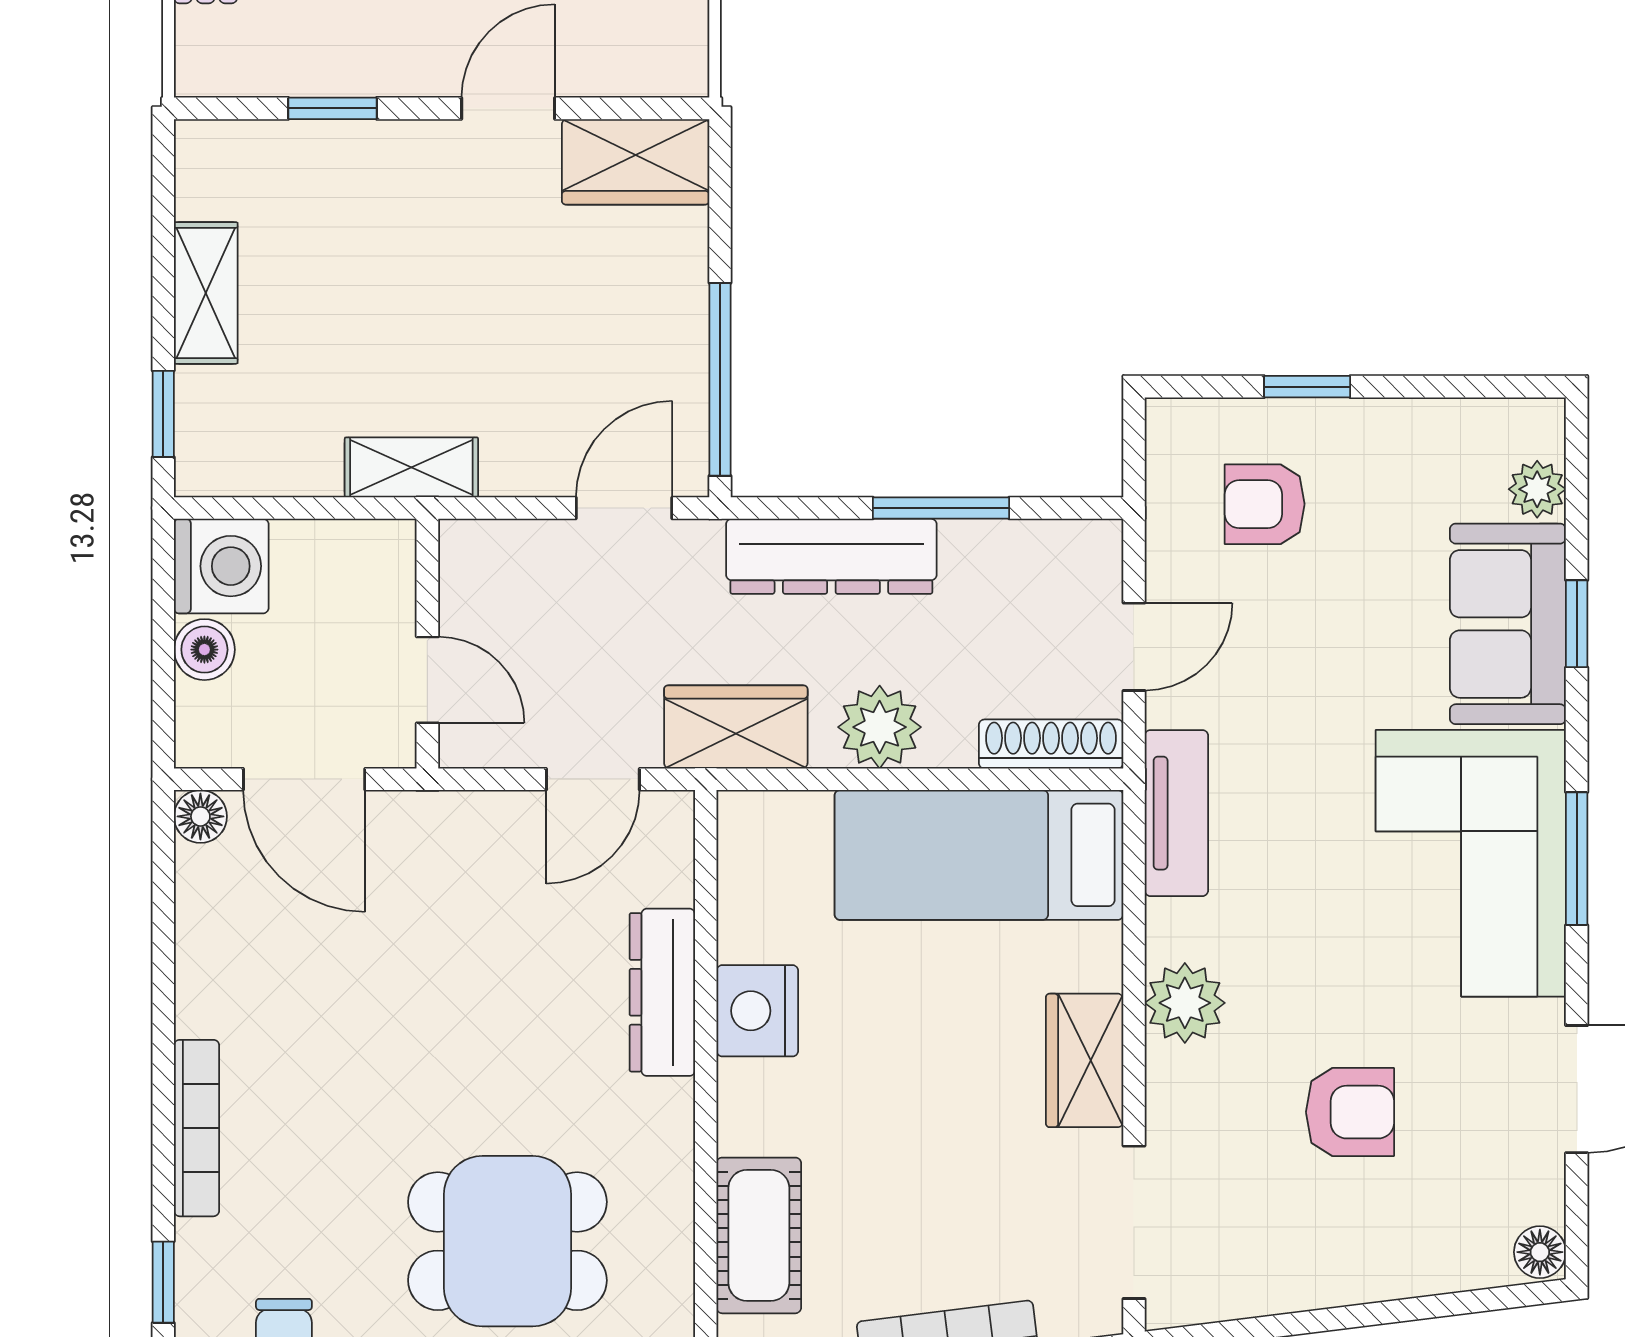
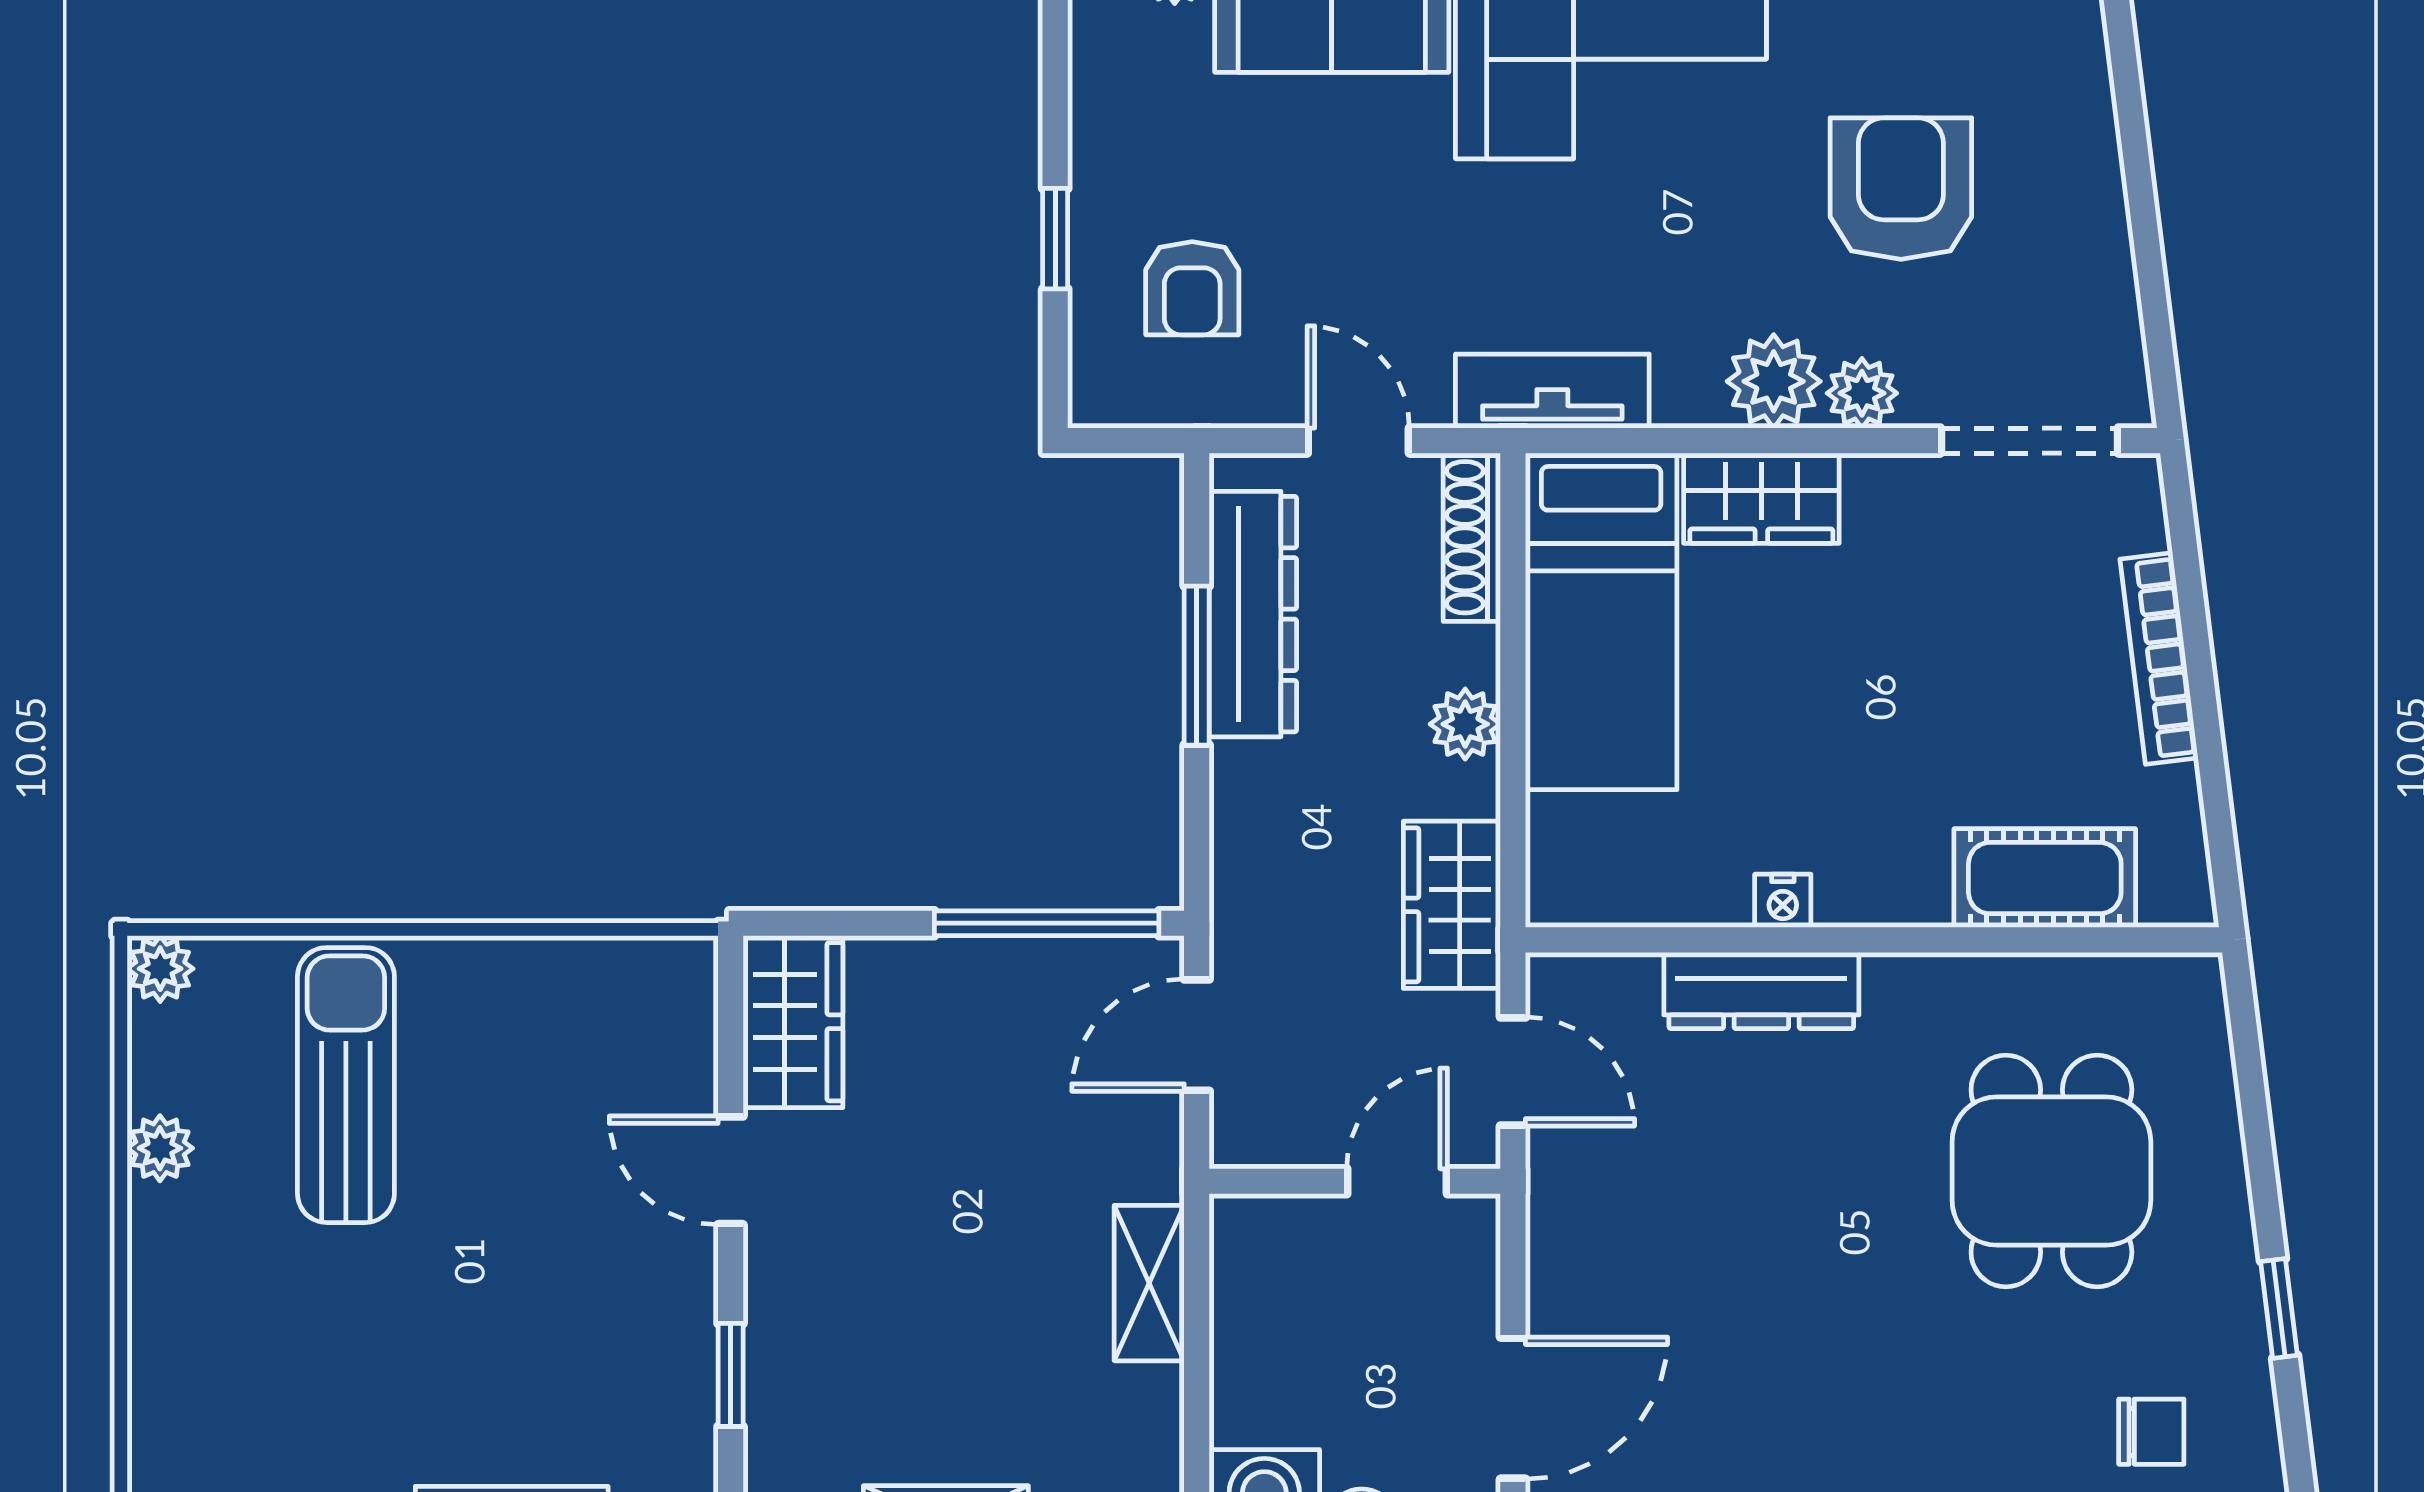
door: (624, 508) -> (1197, 1035), hinge flipped
dresser: (831, 556) -> (1253, 614), moved
wall: (427, 644) -> (1355, 1181), moved
door: (427, 680) -> (1397, 1181), moved
plant: (880, 727) -> (1465, 724), width x0.73, depth x0.73
nightstand: (757, 1011) -> (1783, 901), width x0.53, depth x0.56
wardrobe: (1085, 1060) -> (1761, 498), moved
plant: (1175, 1079) -> (1862, 393), added
armchair: (1350, 1112) -> (1901, 189), width x1.38, depth x1.38

